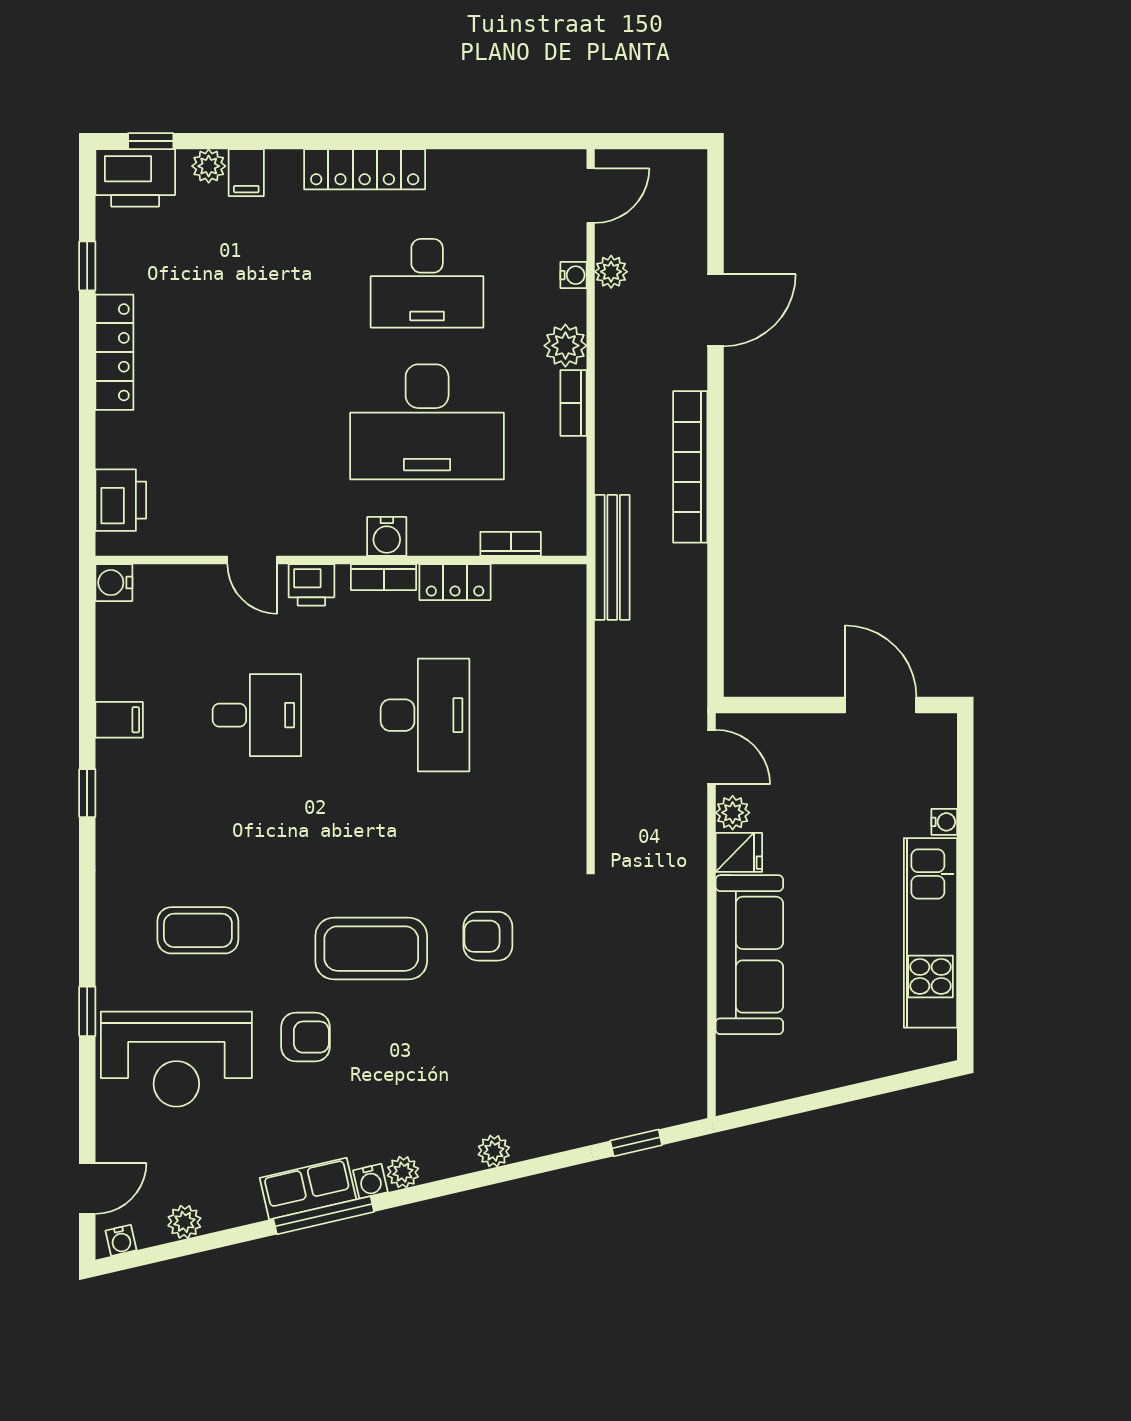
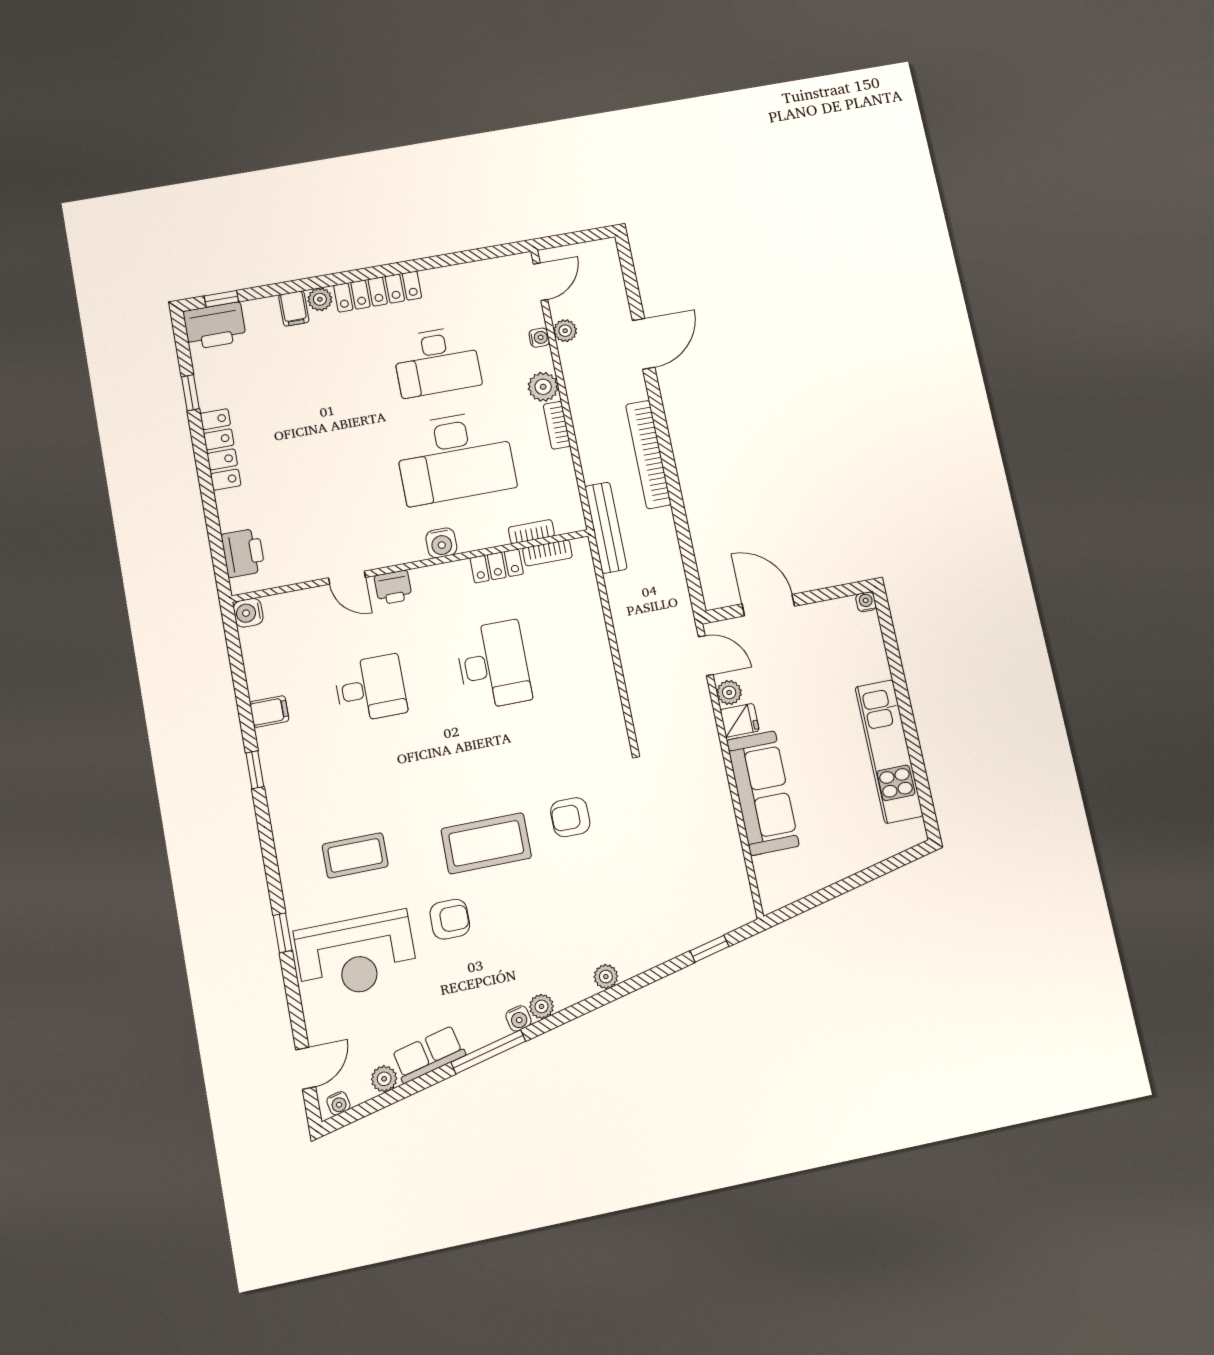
plant: (209, 166) -> (320, 299), moved
bookcase: (384, 577) -> (547, 553), moved
door: (881, 705) -> (768, 605), moved
water cooler: (944, 822) -> (866, 602), moved, turned -90
row of seats: (308, 1189) -> (429, 1054), moved

